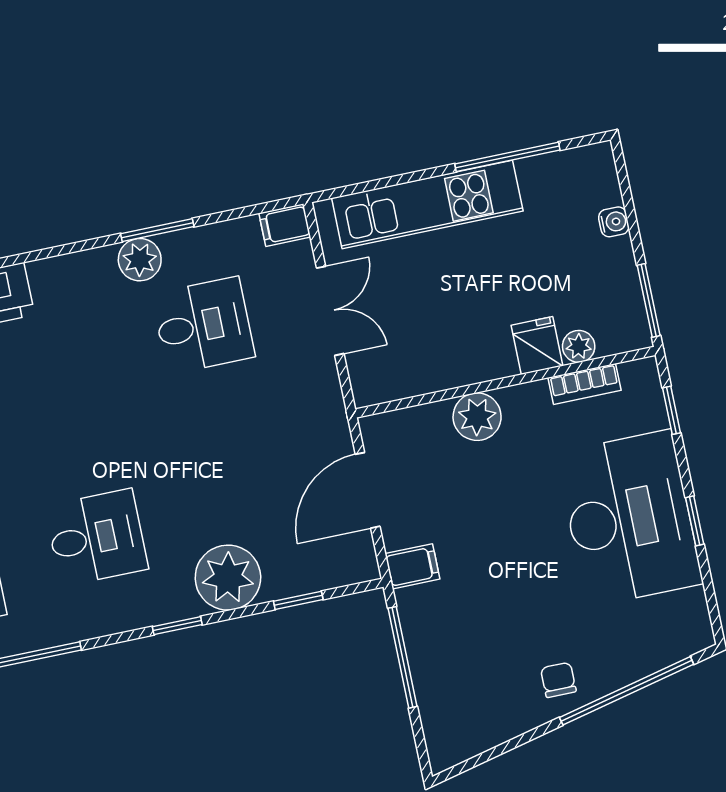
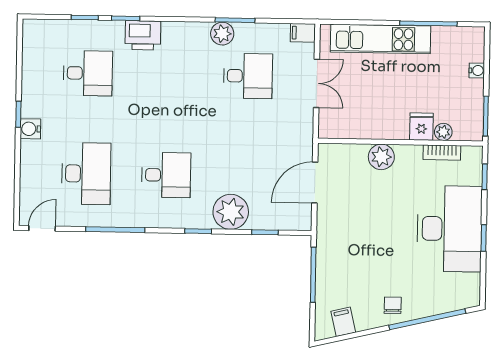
filing cabinet: (412, 566) -> (343, 322), moved, turned -103

